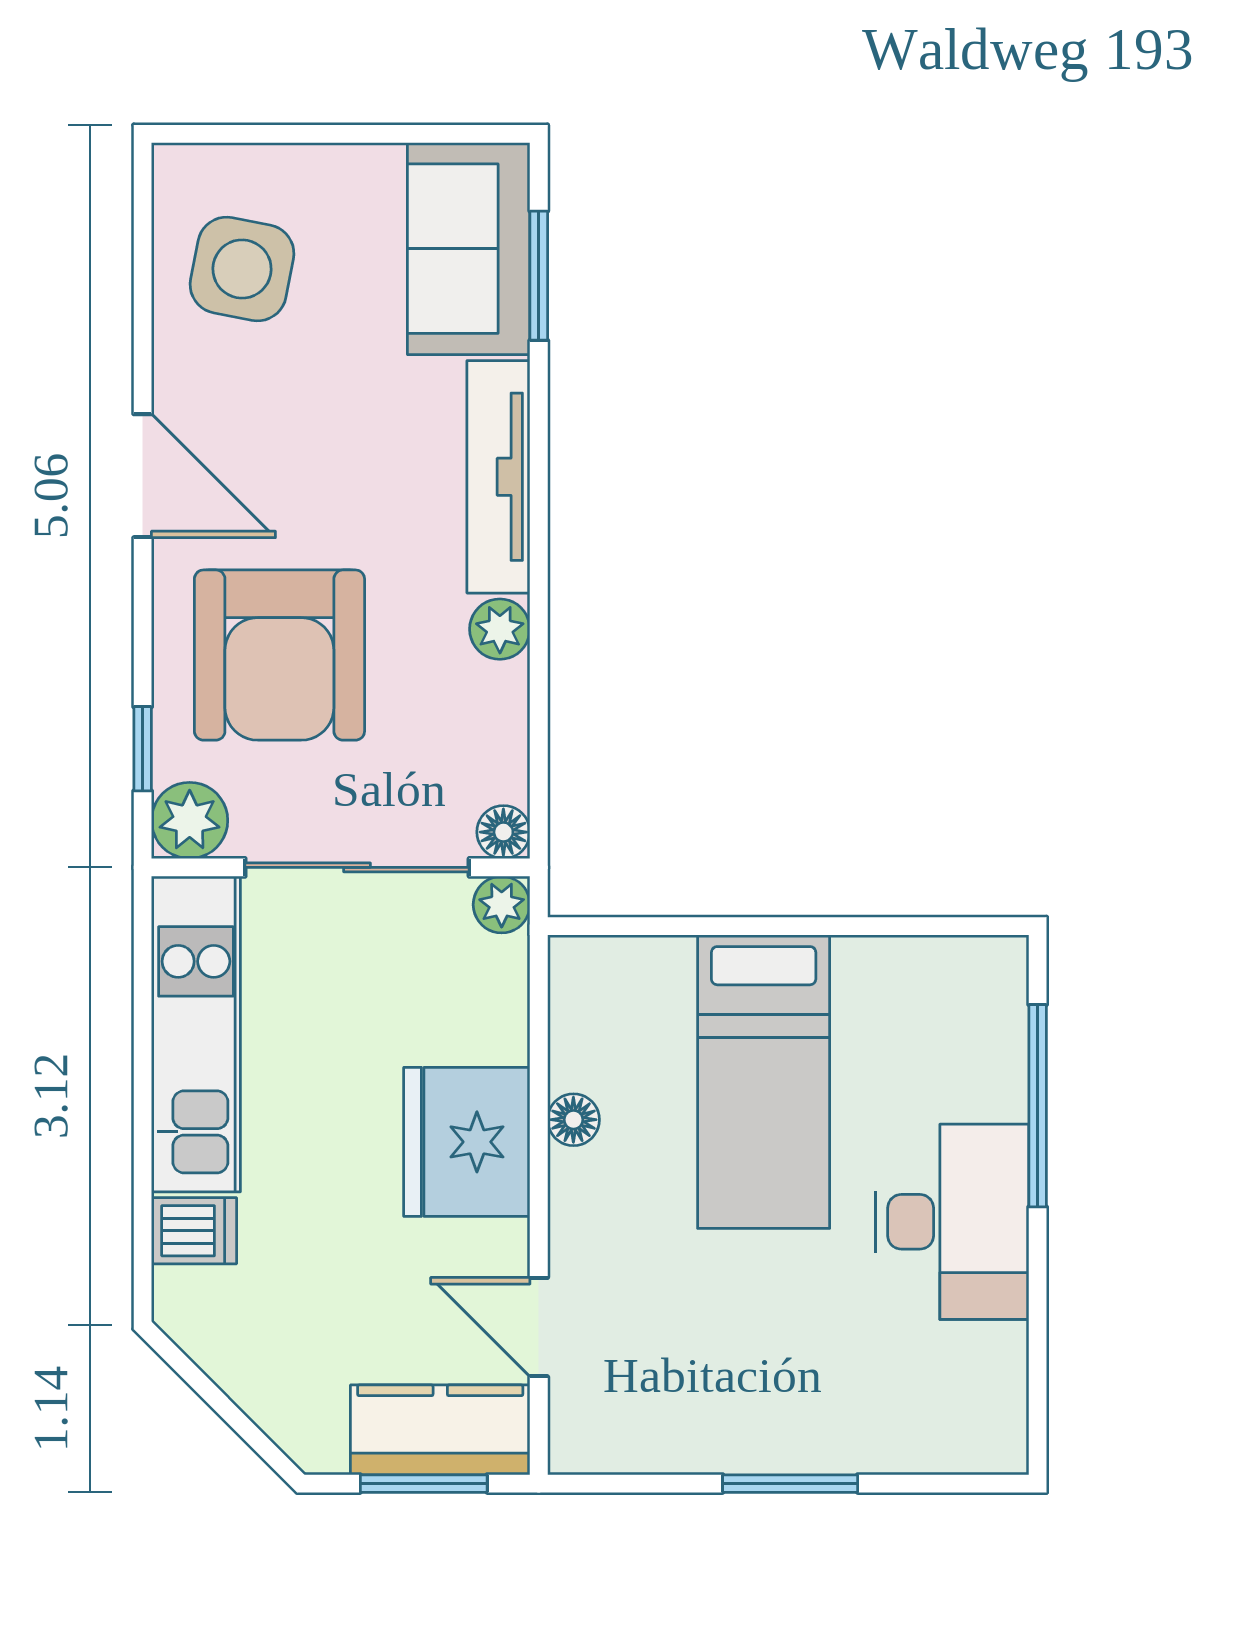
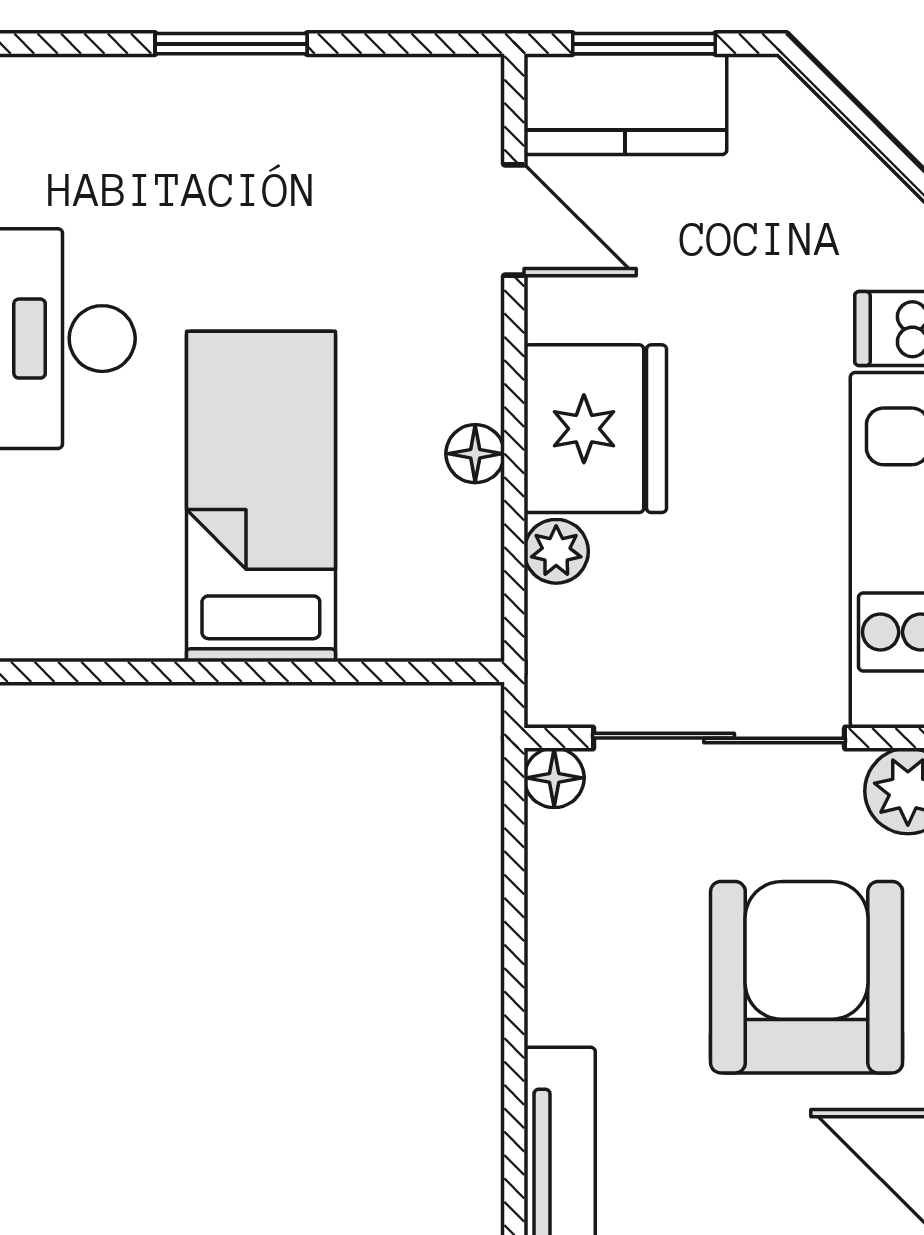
plant: (500, 629) -> (558, 1006), removed
plant: (502, 905) -> (556, 551), moved

